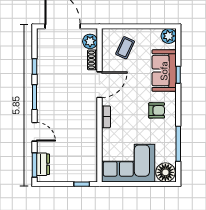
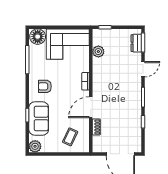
plant: (90, 41) -> (98, 52), moved
door: (34, 132) -> (143, 69), swing flipped

